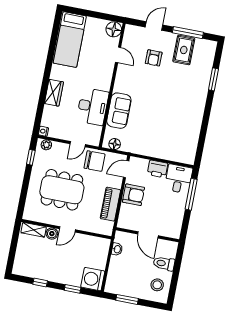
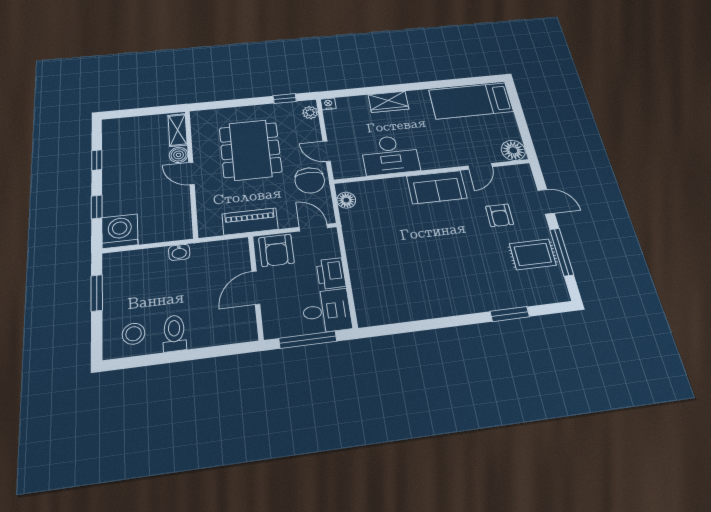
armchair: (154, 58) -> (500, 215), turned -90
sofa: (119, 111) -> (437, 187), moved
wall: (147, 235) -> (256, 287), moved
door: (148, 235) -> (256, 288), moved

